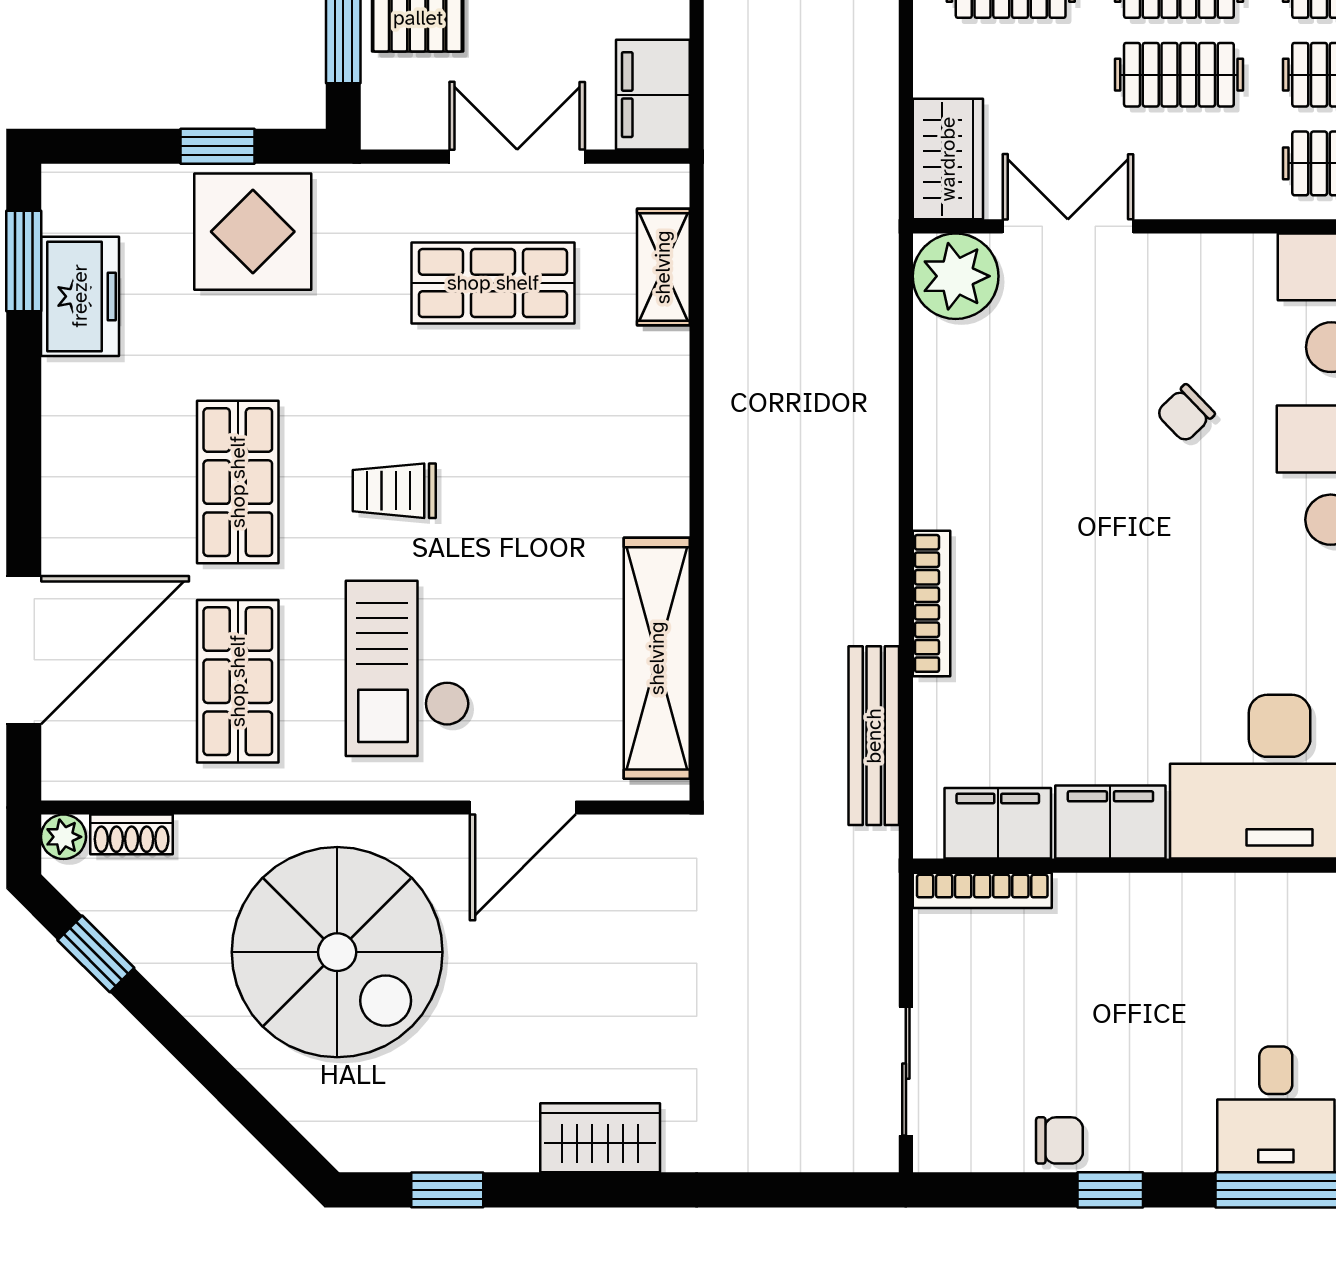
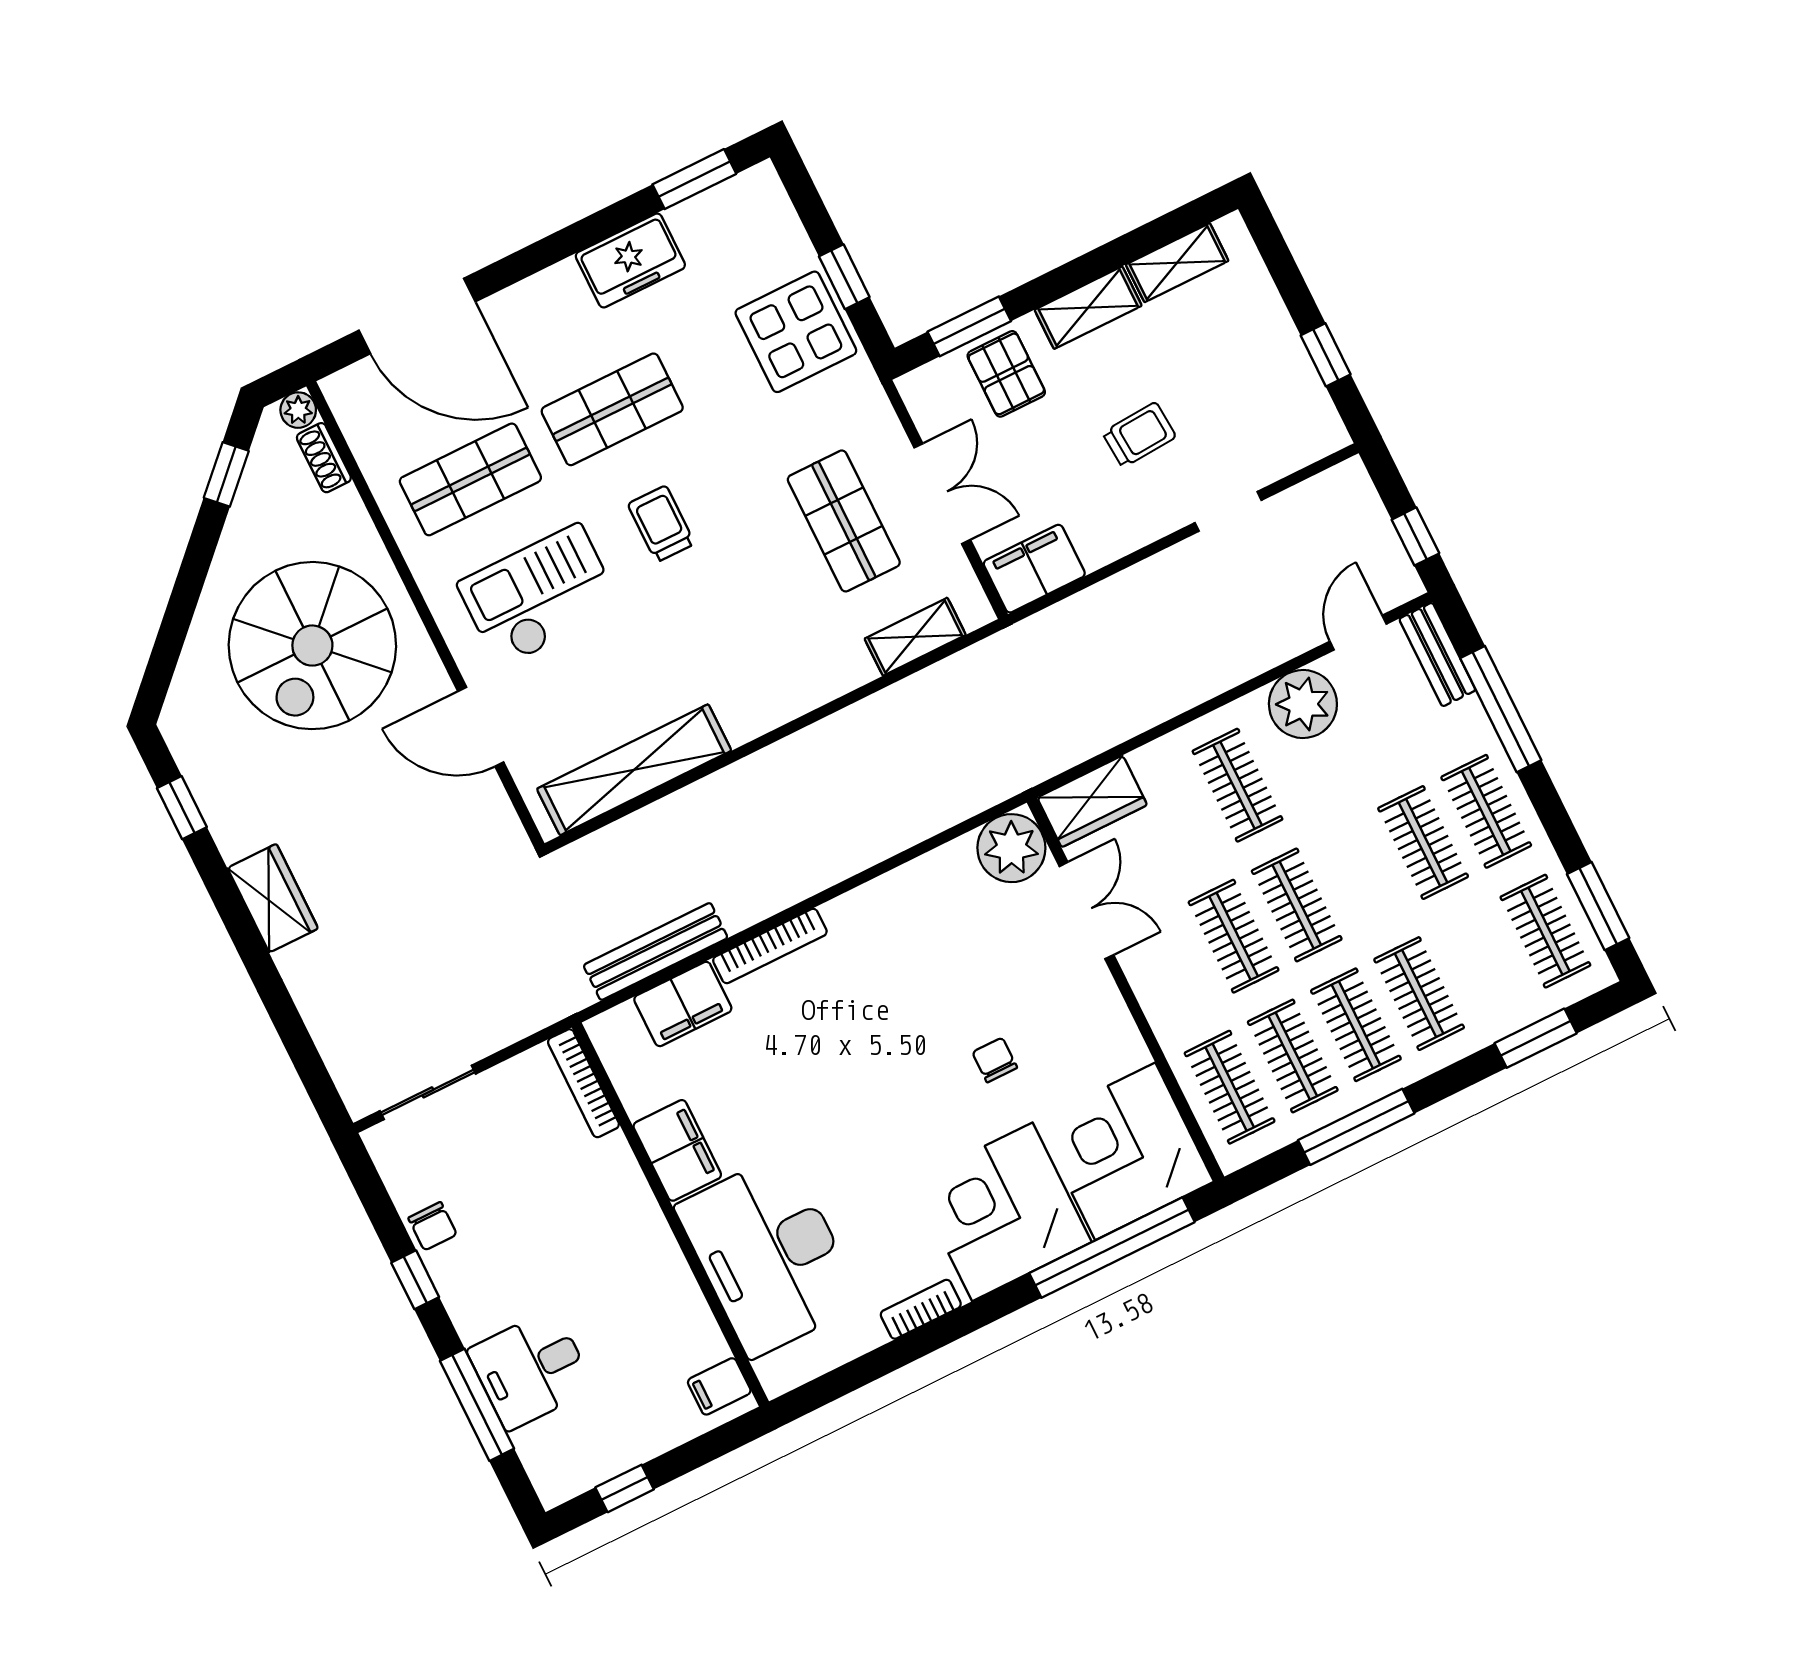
freezer: (80, 296) -> (630, 261), moved
chair: (1185, 413) -> (995, 1060), turned 44
filing cabinet: (998, 823) -> (683, 1004), moved, turned 90

